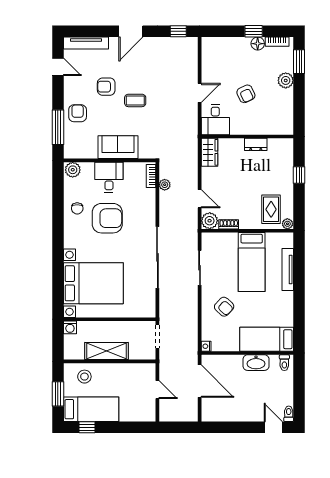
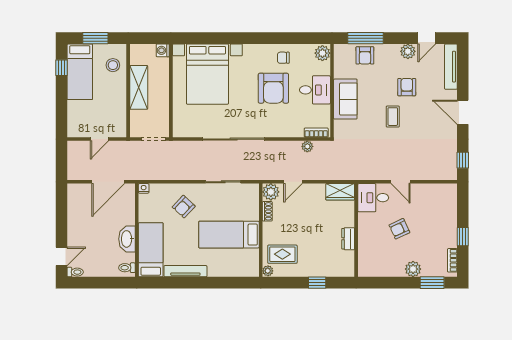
floor lamp: (258, 44) -> (450, 241), removed
plant: (71, 86) -> (408, 51), added
armchair: (78, 113) -> (365, 55), moved, turned 90
tv unit: (288, 270) -> (185, 271), moved

